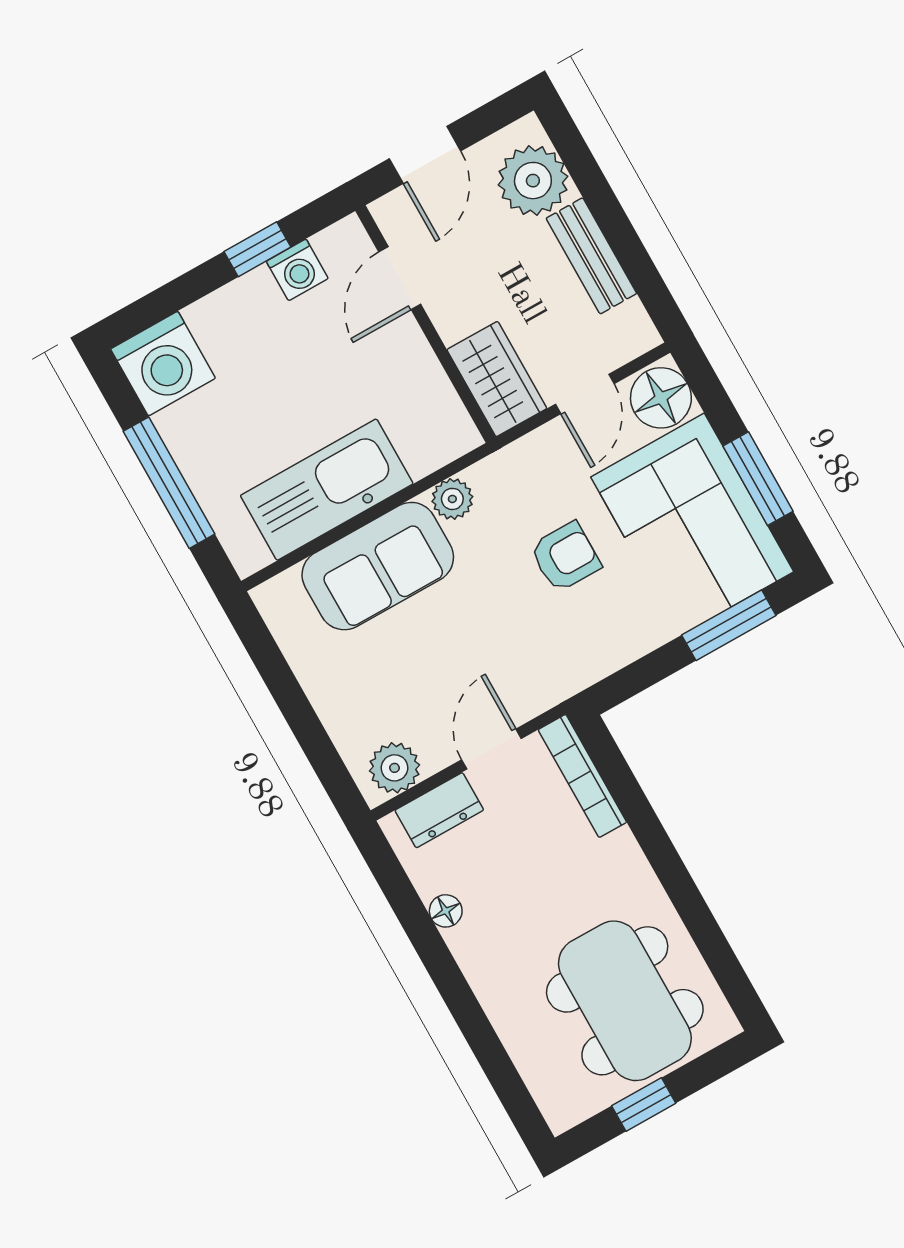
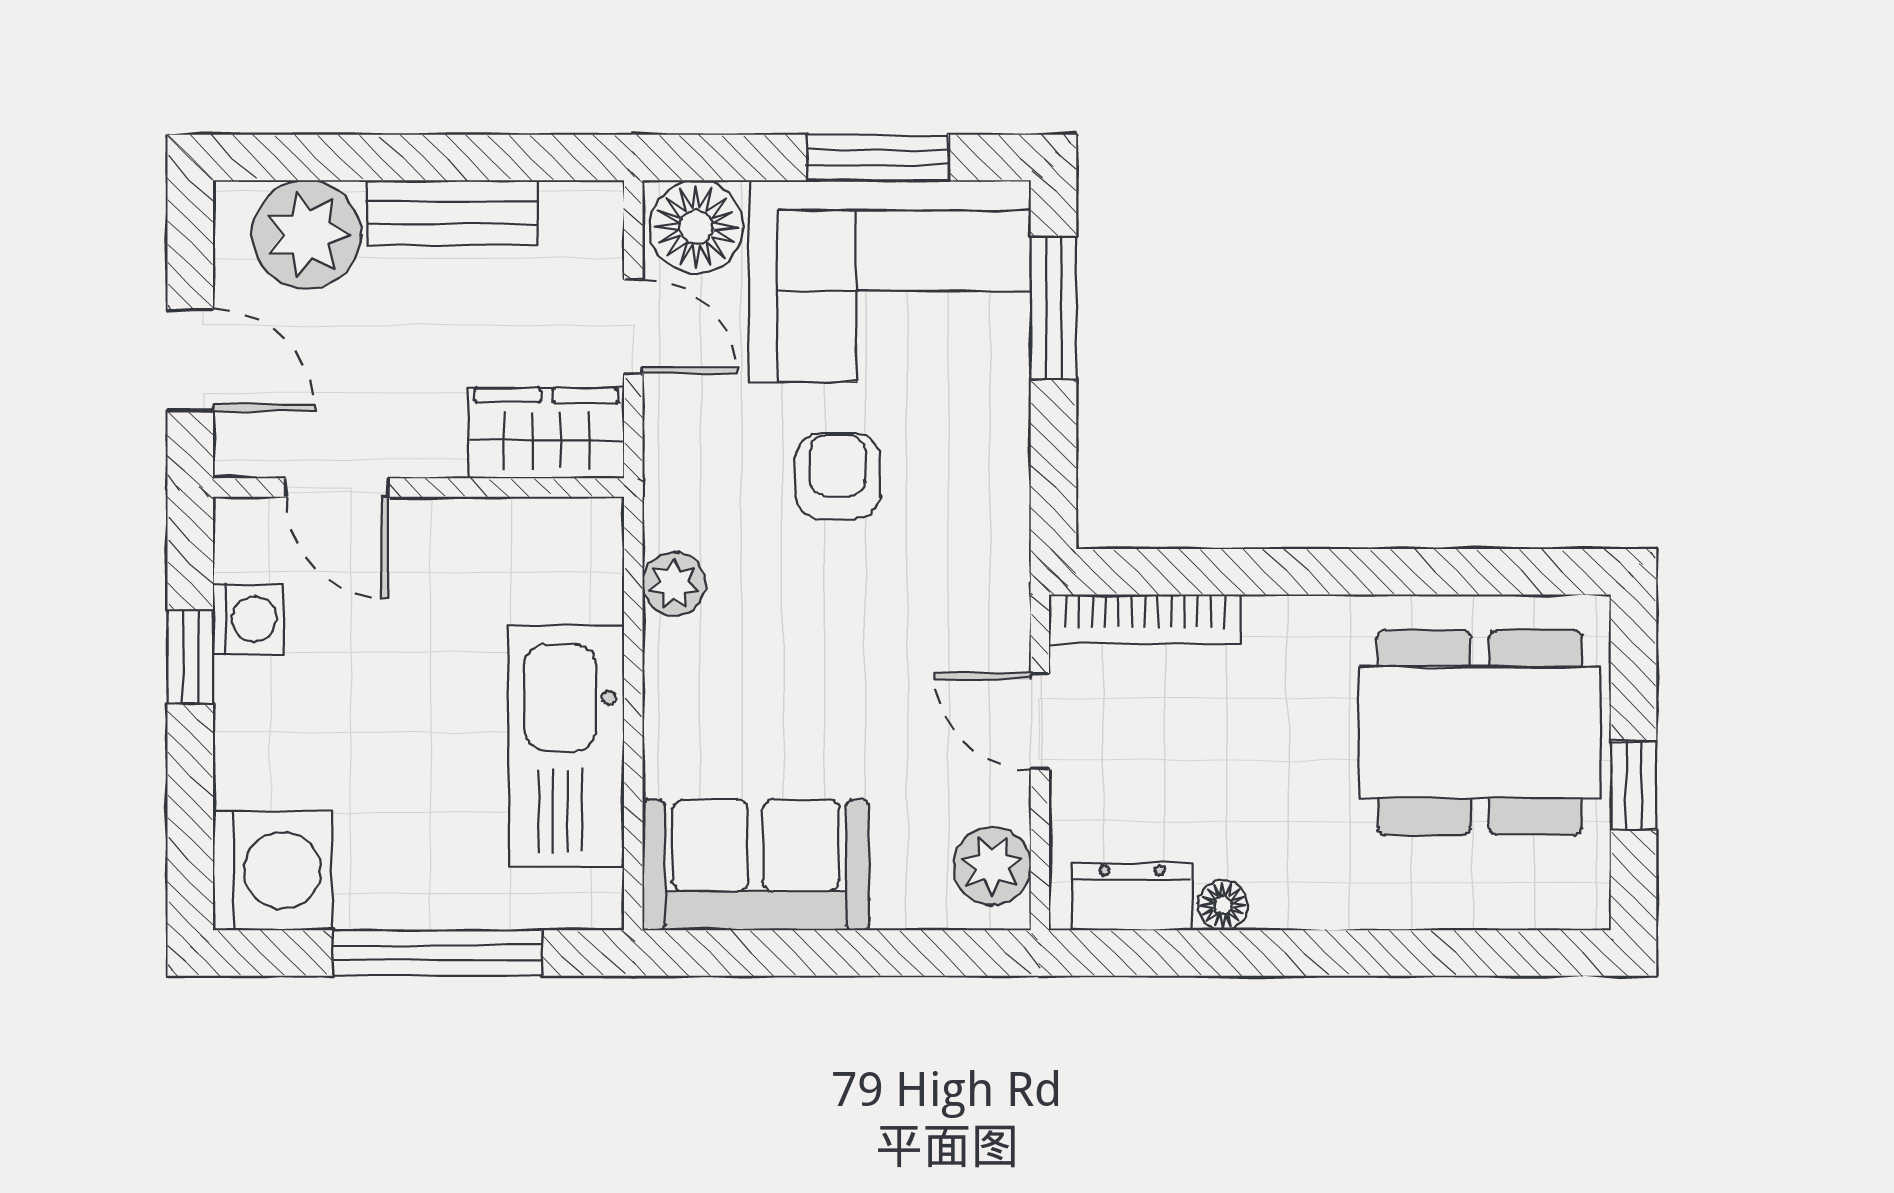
sofa: (378, 566) -> (756, 865), moved, turned -90
dresser: (439, 810) -> (1132, 897), moved, turned -90

